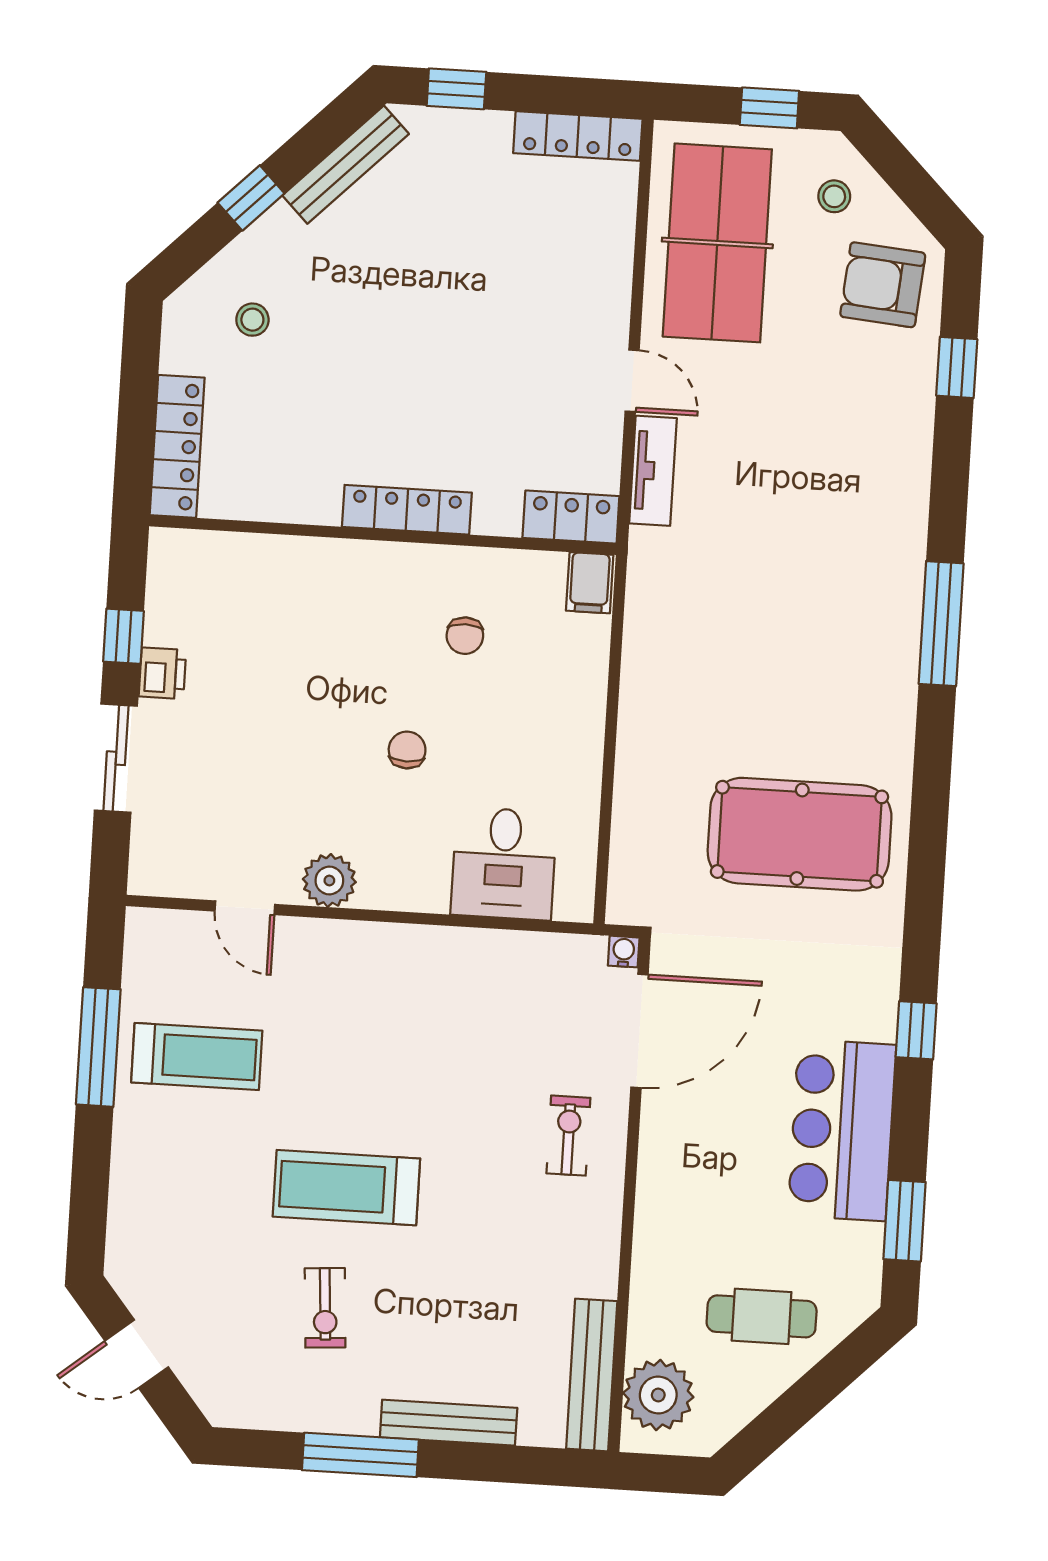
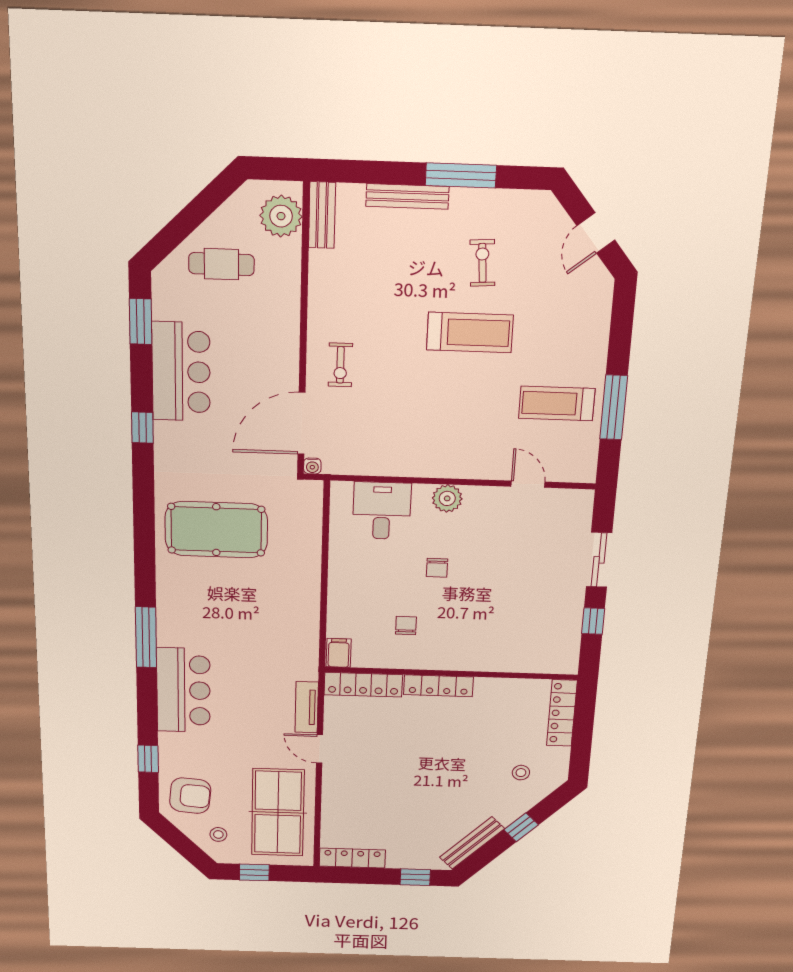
bar counter: (880, 512) -> (183, 690), added
locker: (571, 517) -> (363, 685), width x1.53
printer: (162, 673) -> (572, 603), removed
plant: (329, 881) -> (447, 498), moved
door: (137, 1354) -> (596, 233), swing flipped
bench: (592, 1375) -> (322, 215), width x0.73

